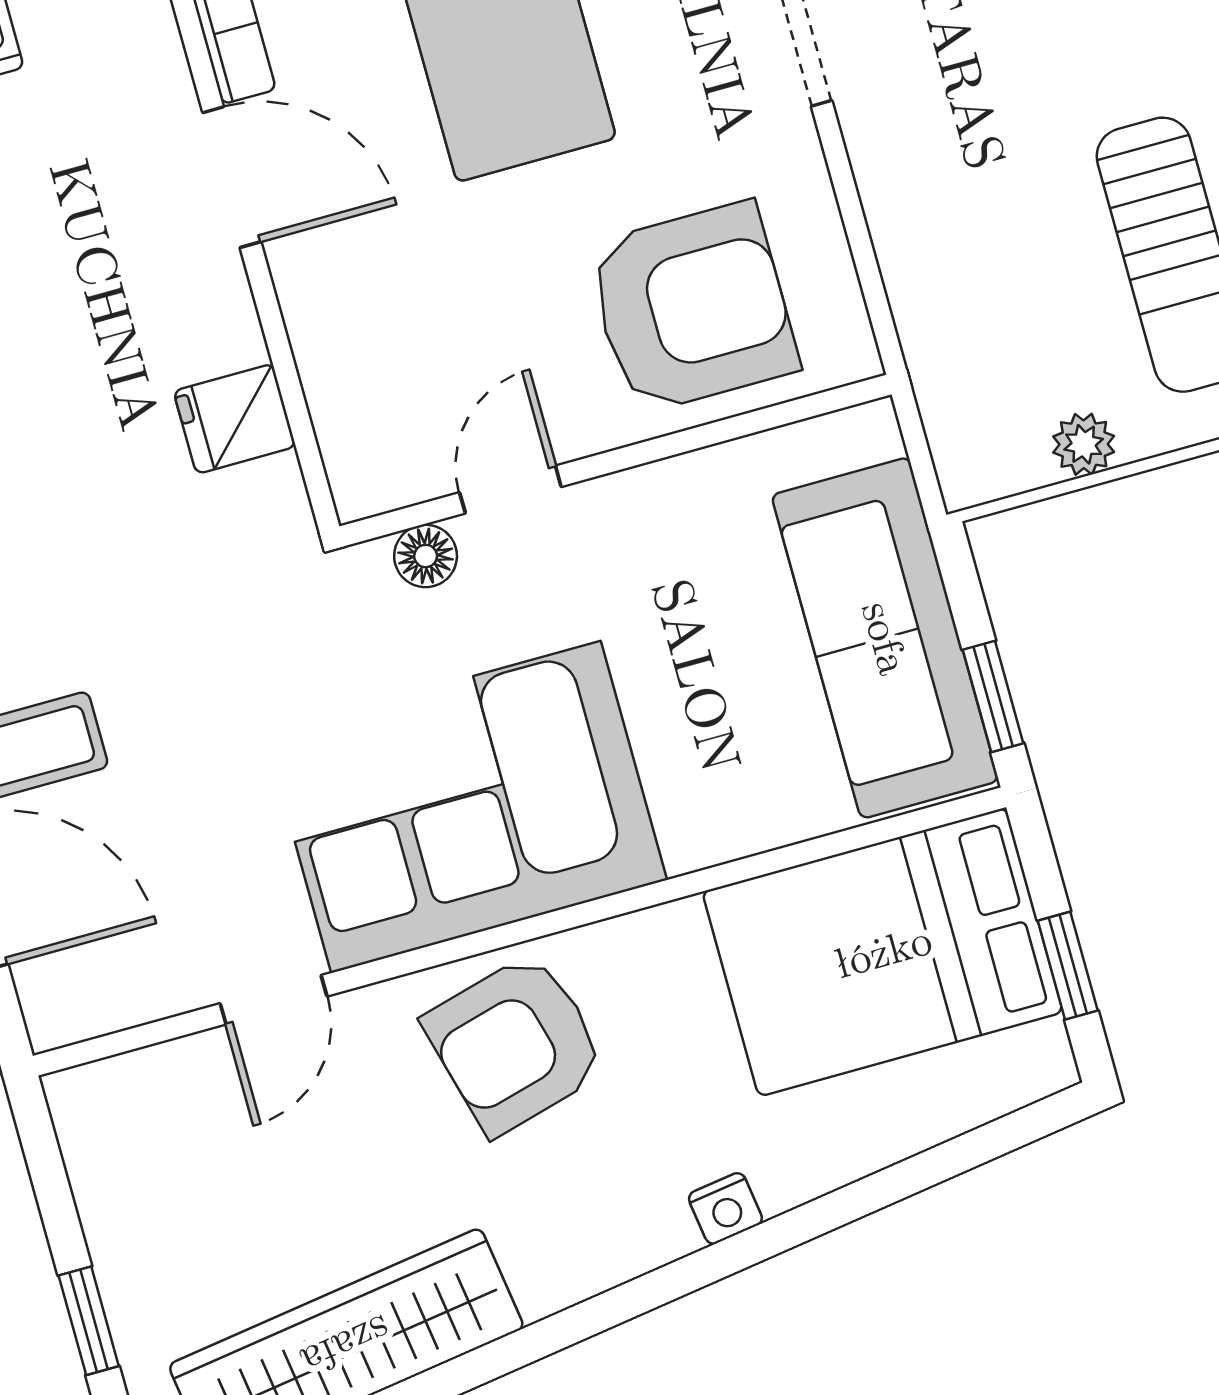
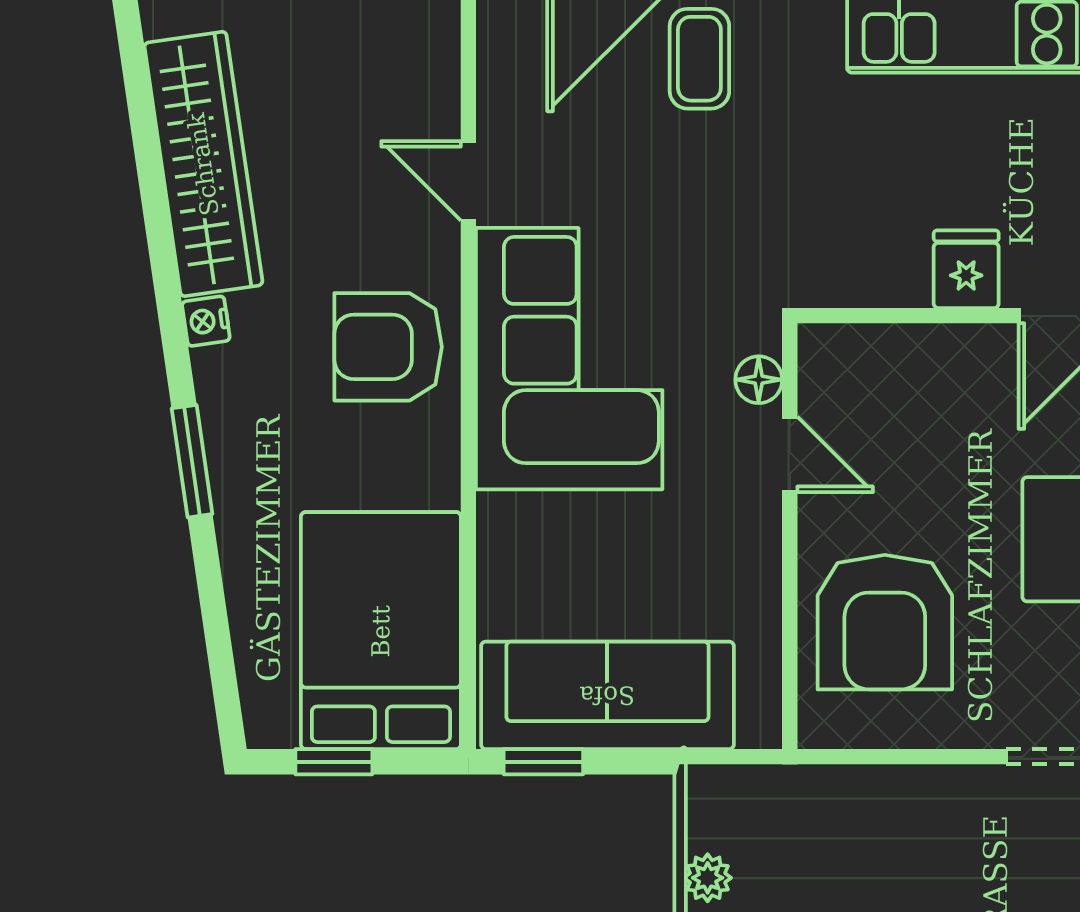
fridge: (235, 419) -> (966, 269), moved
armchair: (515, 1044) -> (388, 347), turned -75
nightstand: (725, 1208) -> (206, 321), moved
window: (732, 1255) -> (192, 461), added

